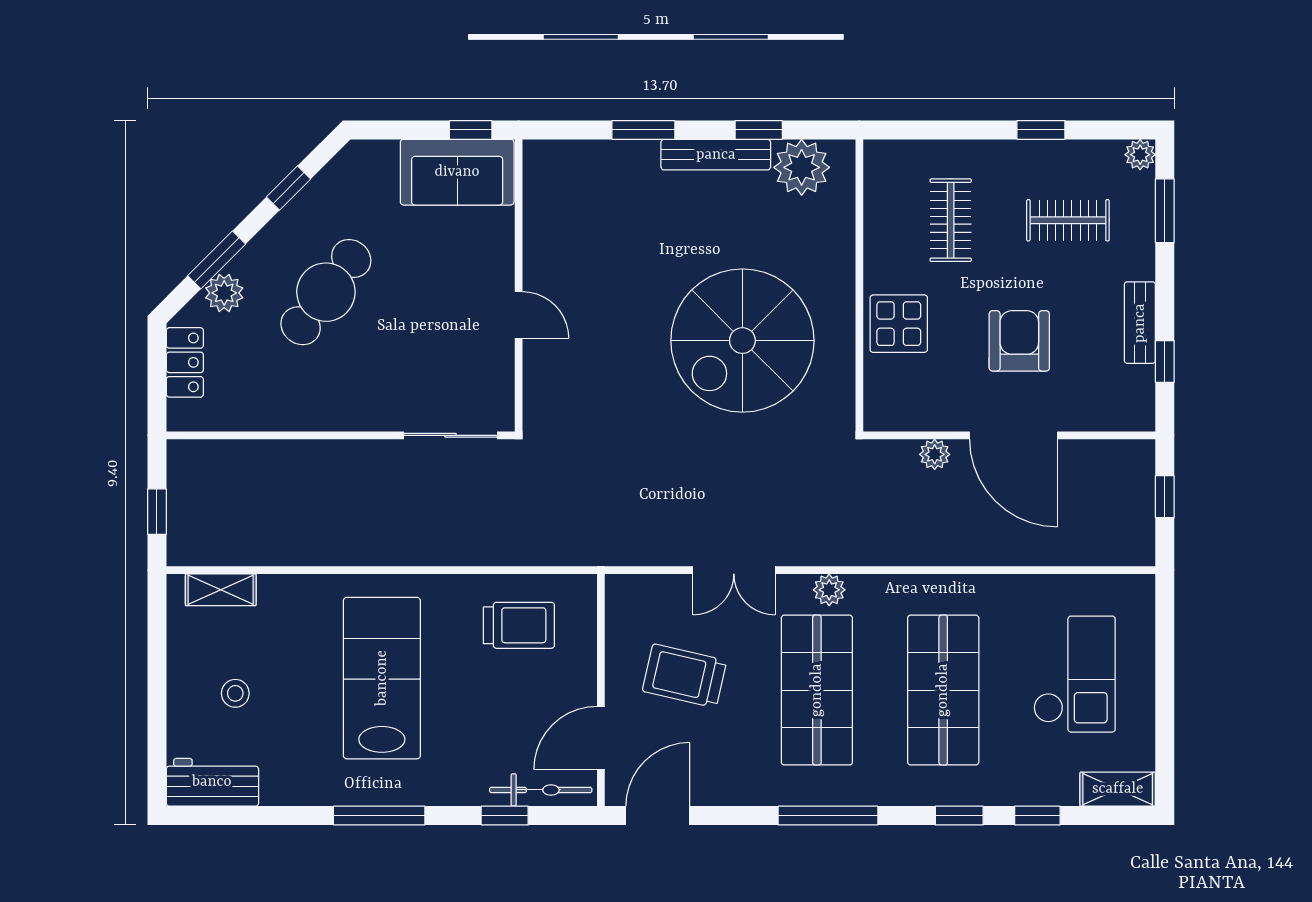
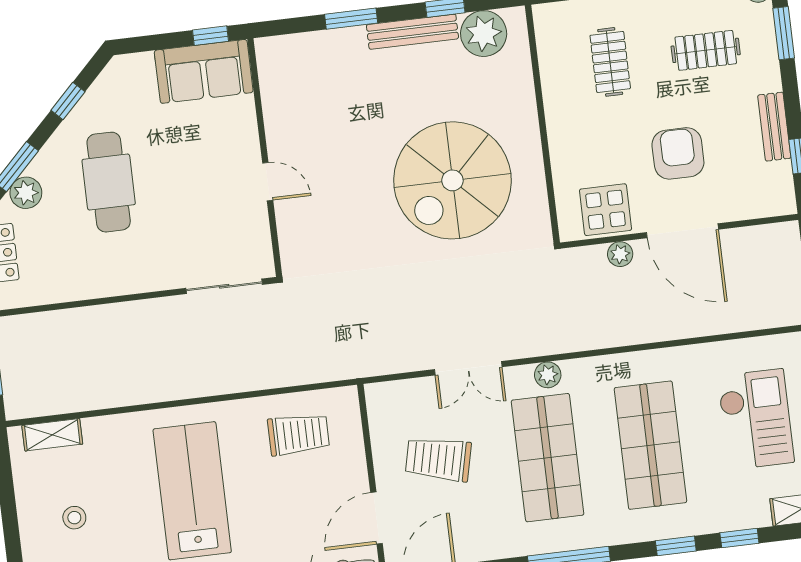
cafe table: (326, 292) -> (109, 182), turned -37
display table: (899, 324) -> (606, 210), moved

